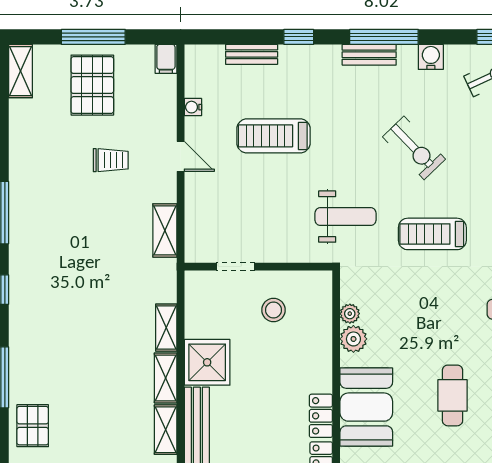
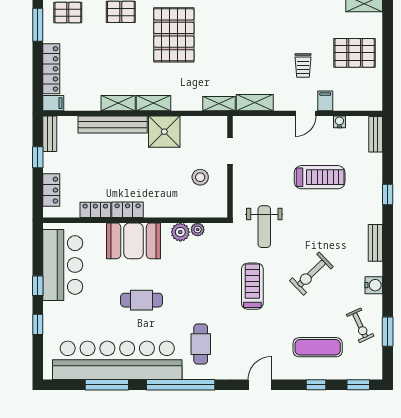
window: (93, 37) -> (388, 54), removed
window: (384, 37) -> (388, 253), removed
bench: (252, 54) -> (376, 134), moved
filing cabinet: (166, 59) -> (325, 101), moved, turned 90
treadmill: (273, 136) -> (320, 177), turned 90
shelving: (166, 328) -> (219, 104), moved
pallet: (66, 348) -> (174, 35), added

